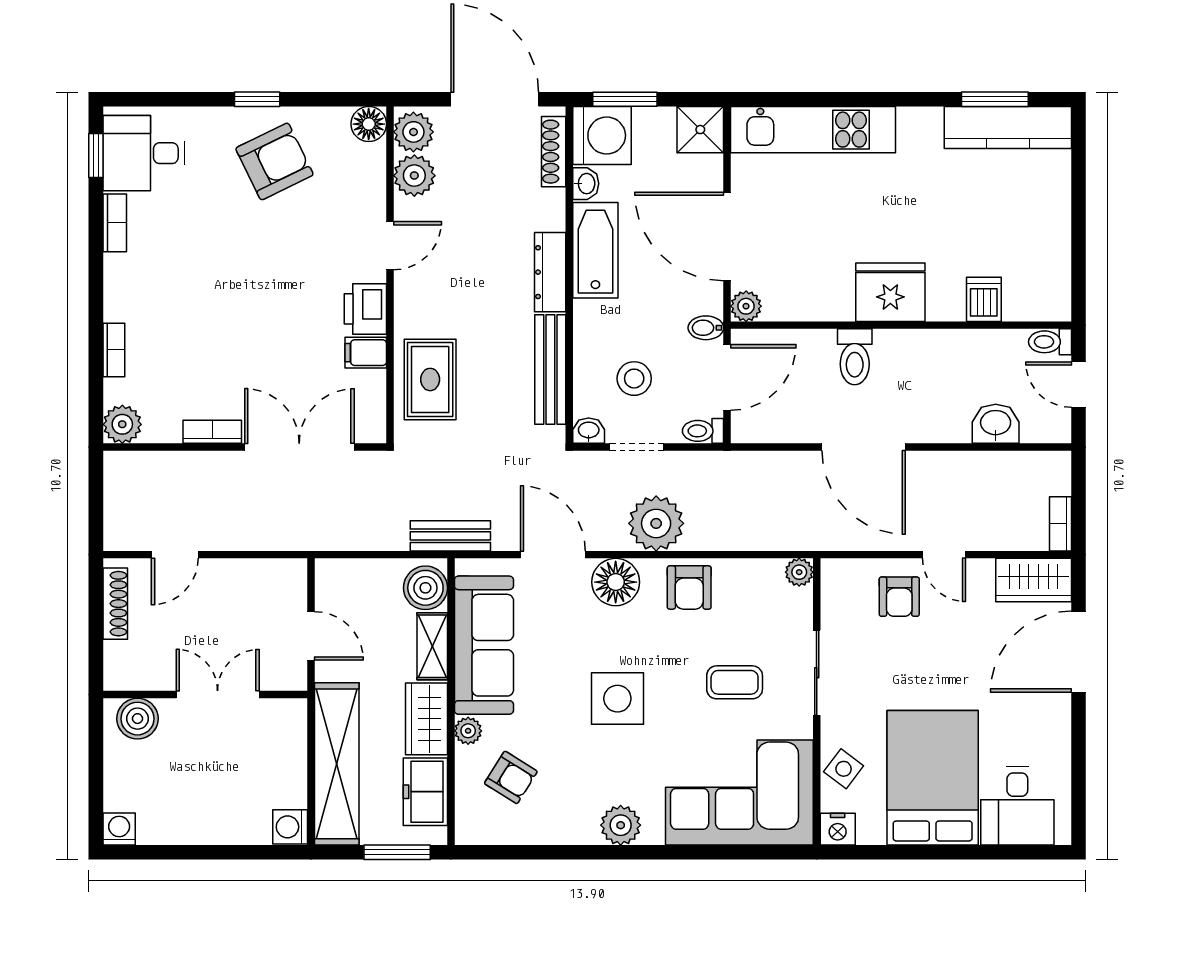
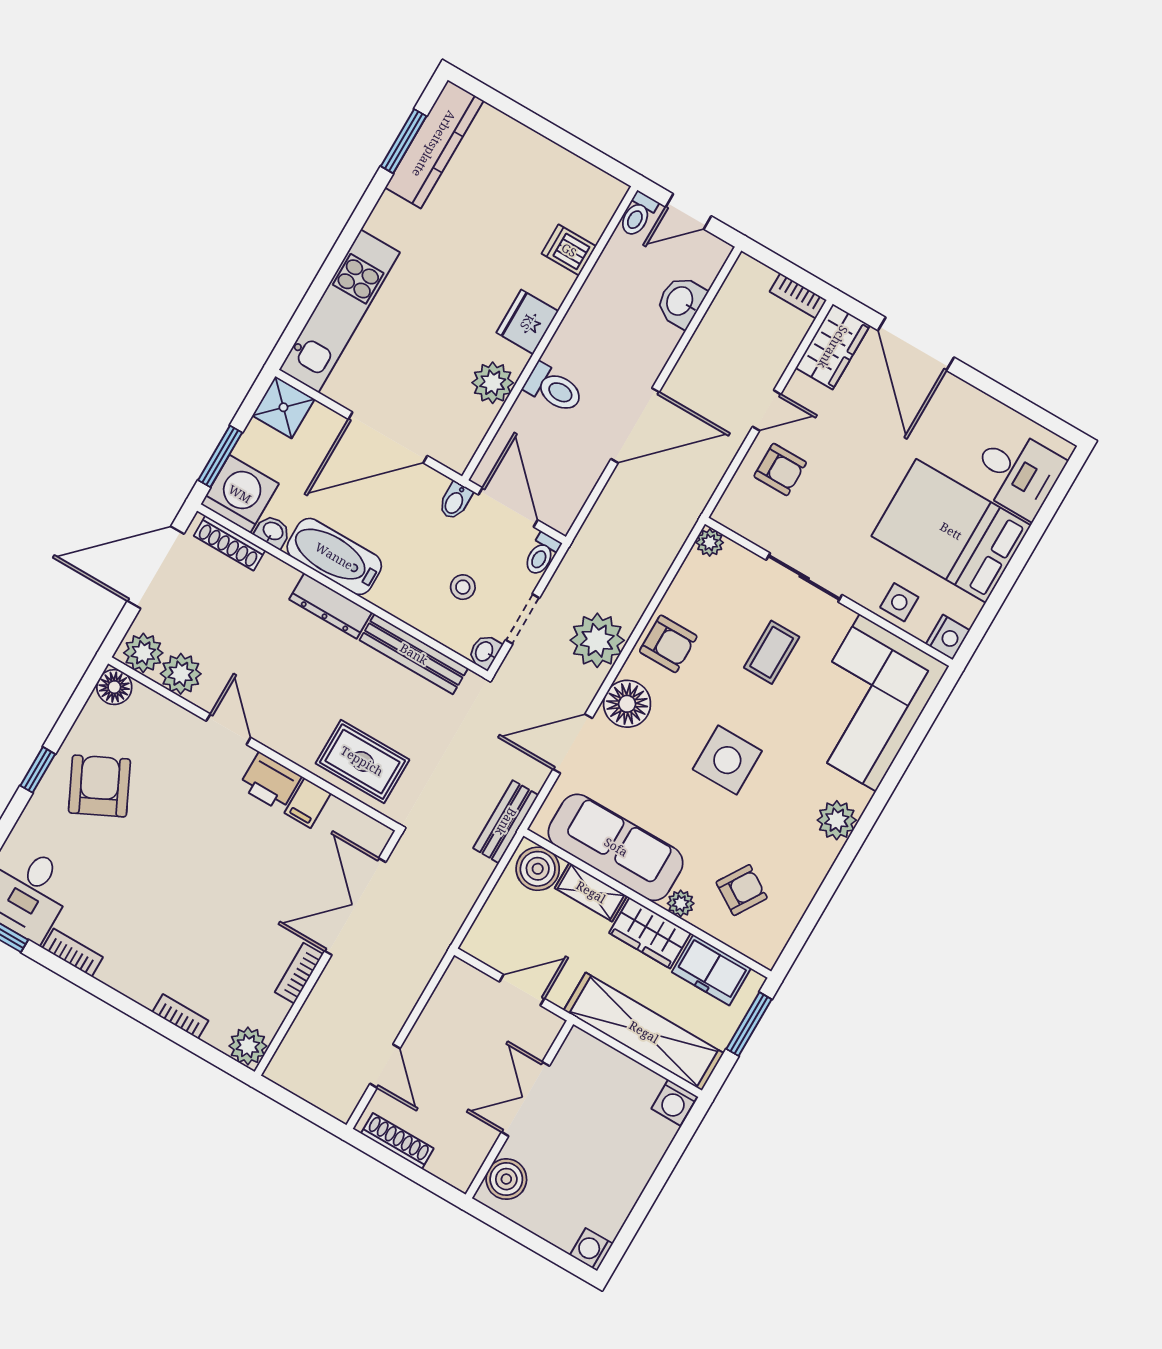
fridge: (890, 292) -> (527, 322), width x0.73, depth x0.75
plant: (746, 306) -> (493, 383), moved, width x1.38, depth x1.38
stool: (634, 379) -> (463, 587), width x0.73, depth x0.73
side table: (844, 769) -> (899, 602), turned -37

